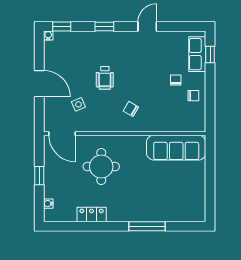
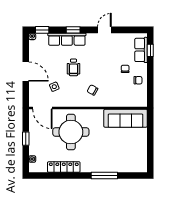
row of seats: (96, 39) -> (67, 39), added
round table: (101, 167) -> (71, 132), width x1.36, depth x1.36
locker: (92, 215) -> (64, 167), width x1.53

